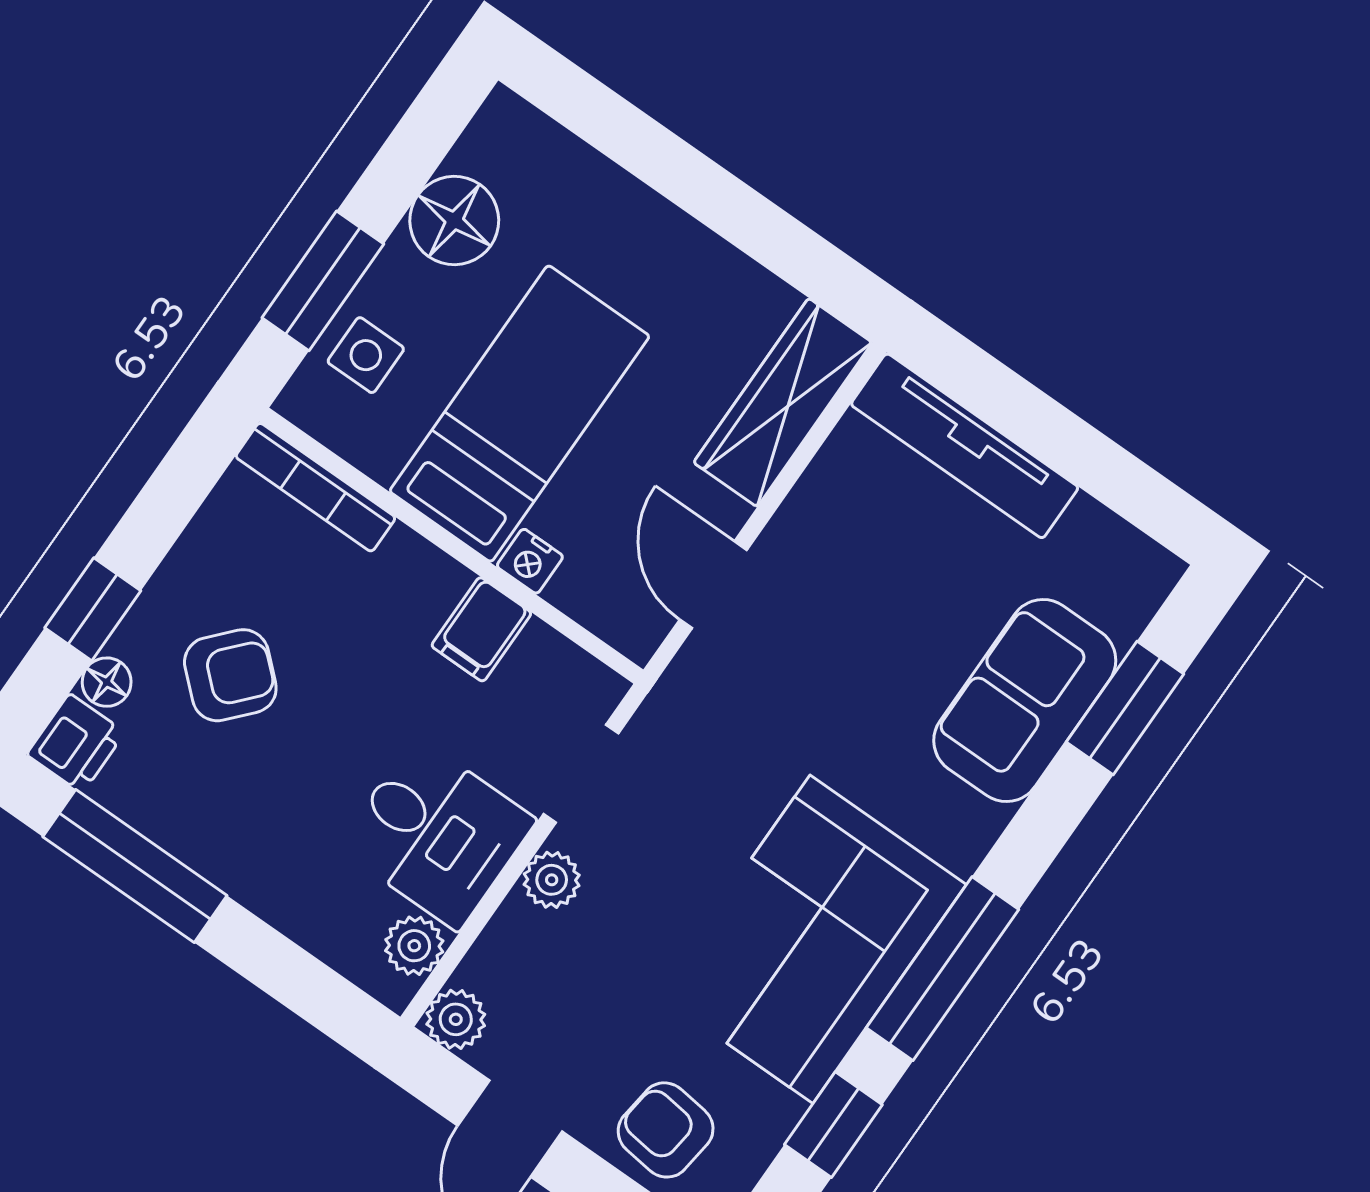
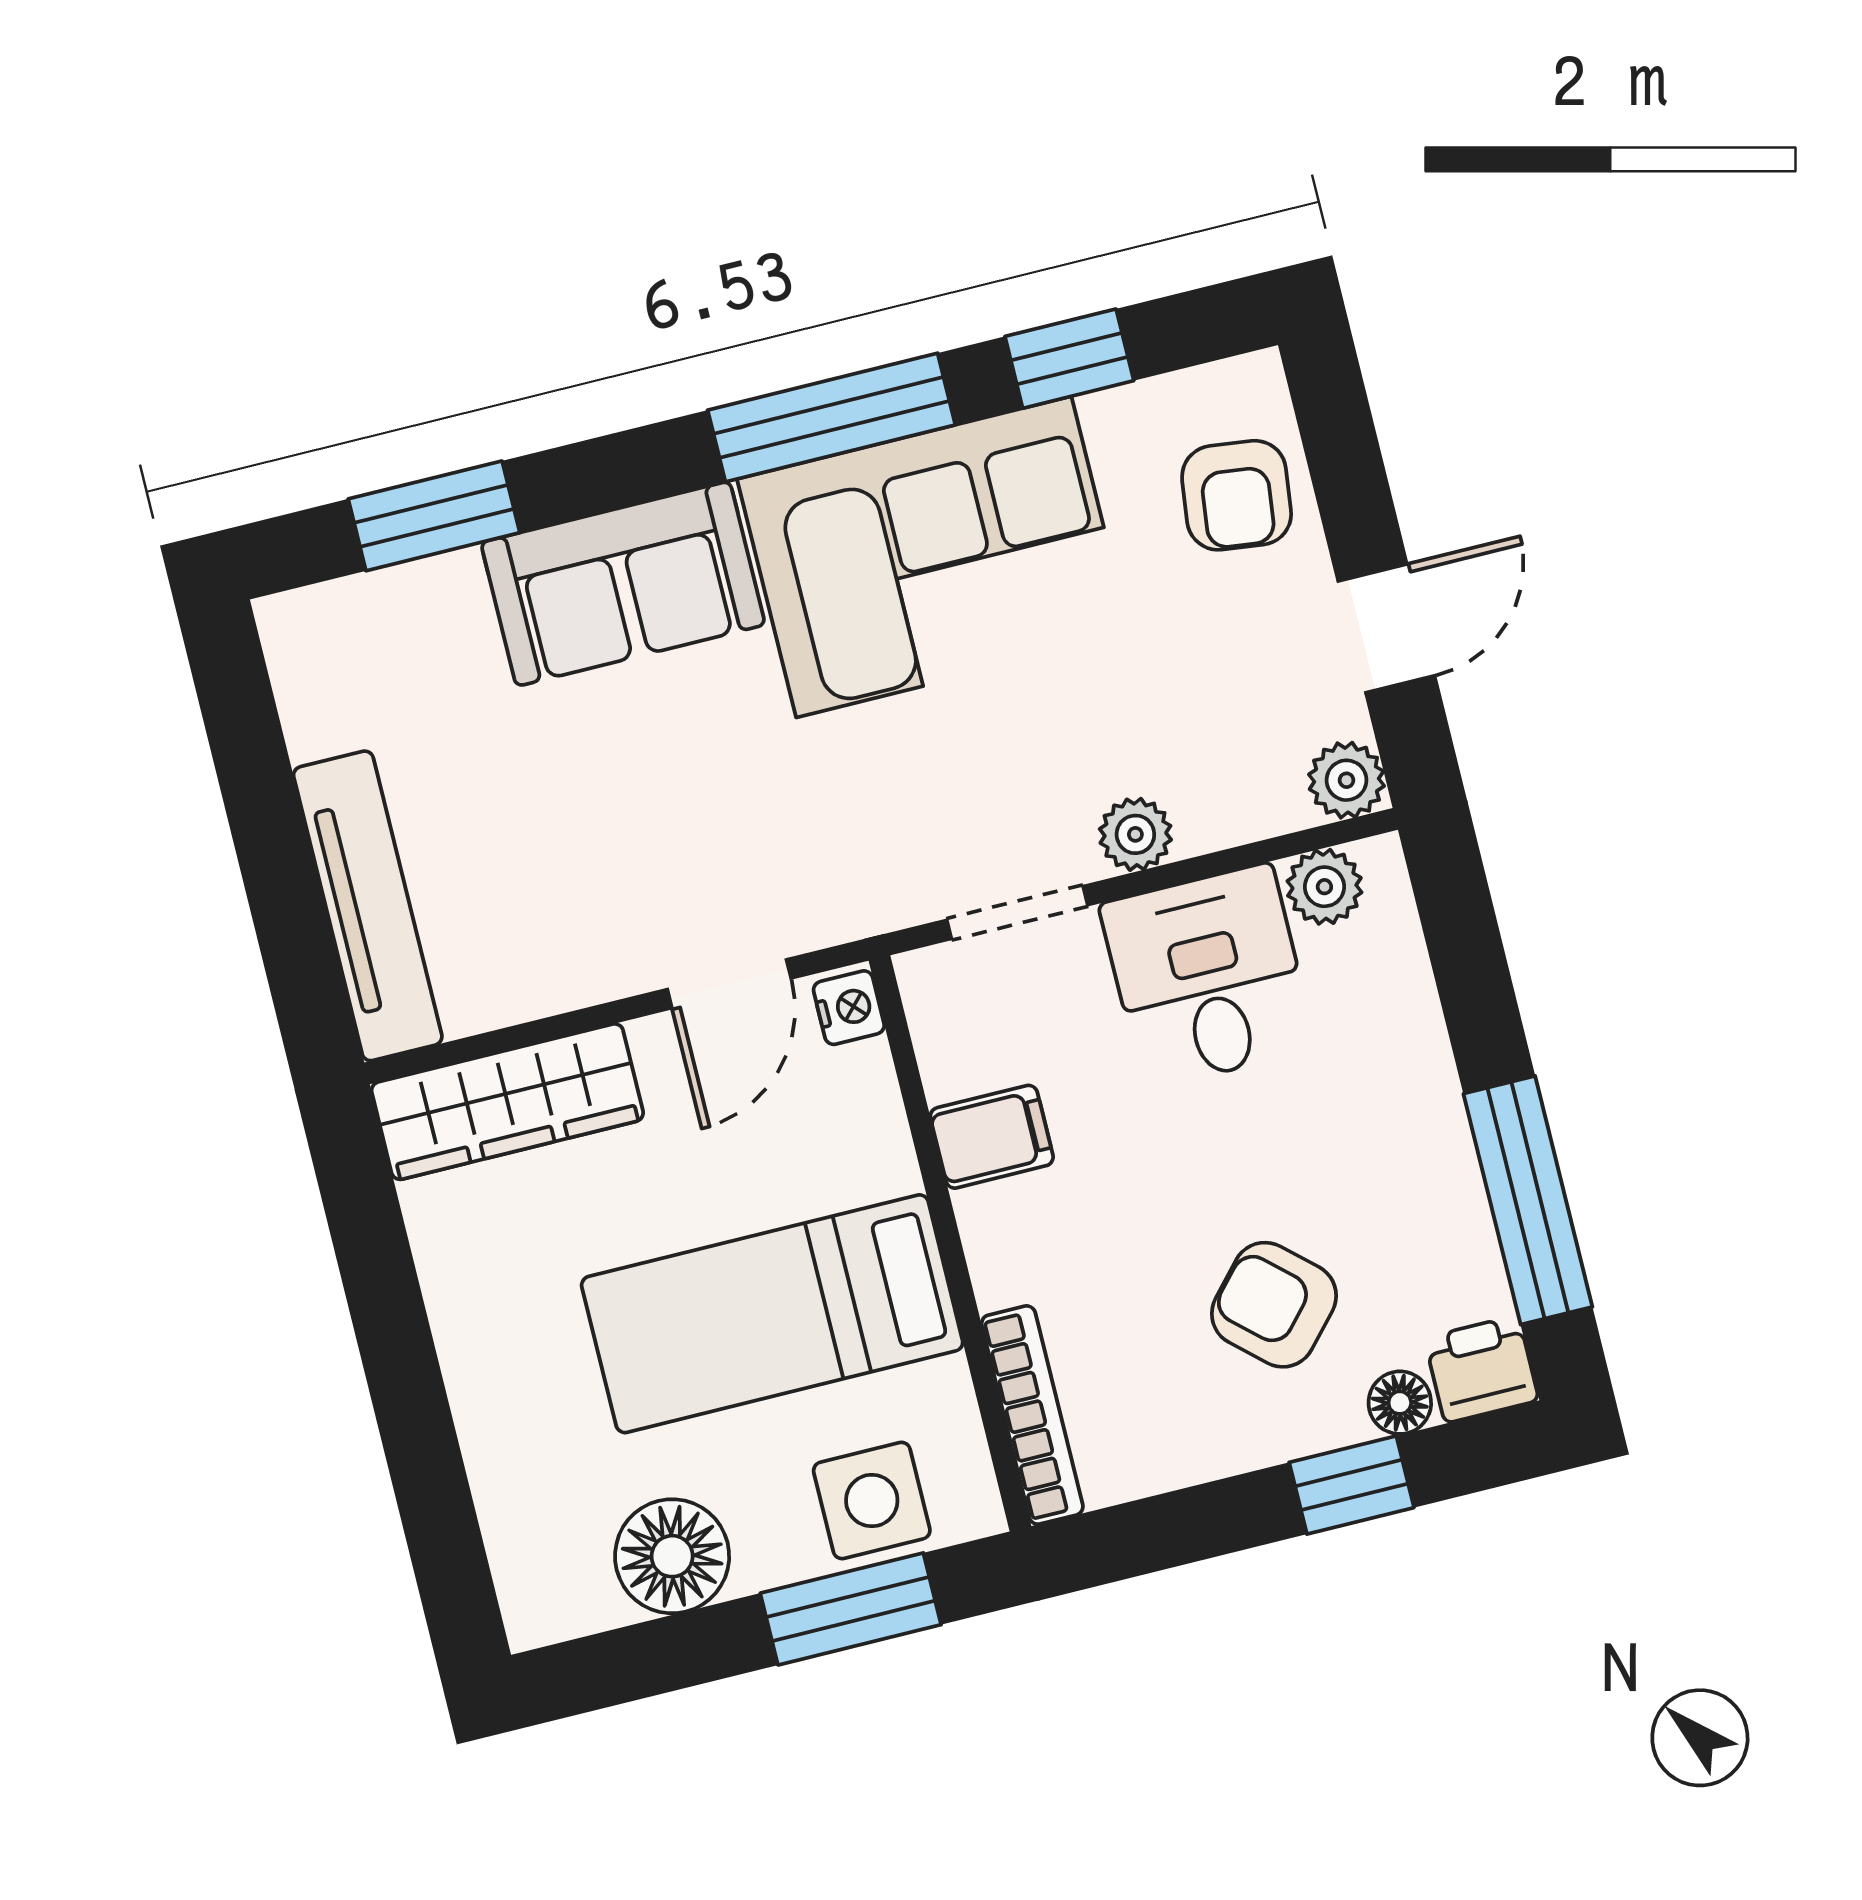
side table: (366, 355) -> (872, 1501), width x1.37, depth x1.37
nightstand: (530, 561) -> (849, 1008), moved
sofa: (1025, 701) -> (623, 584), moved

